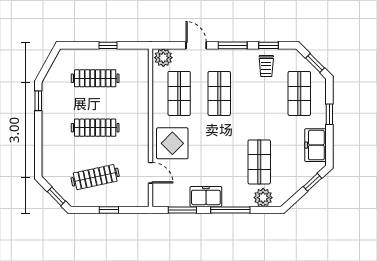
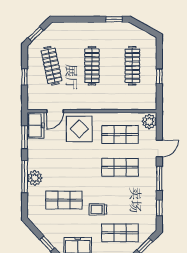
trolley: (266, 66) -> (98, 209), moved
freezer: (206, 197) -> (36, 125), moved
plant: (263, 198) -> (35, 178), moved

